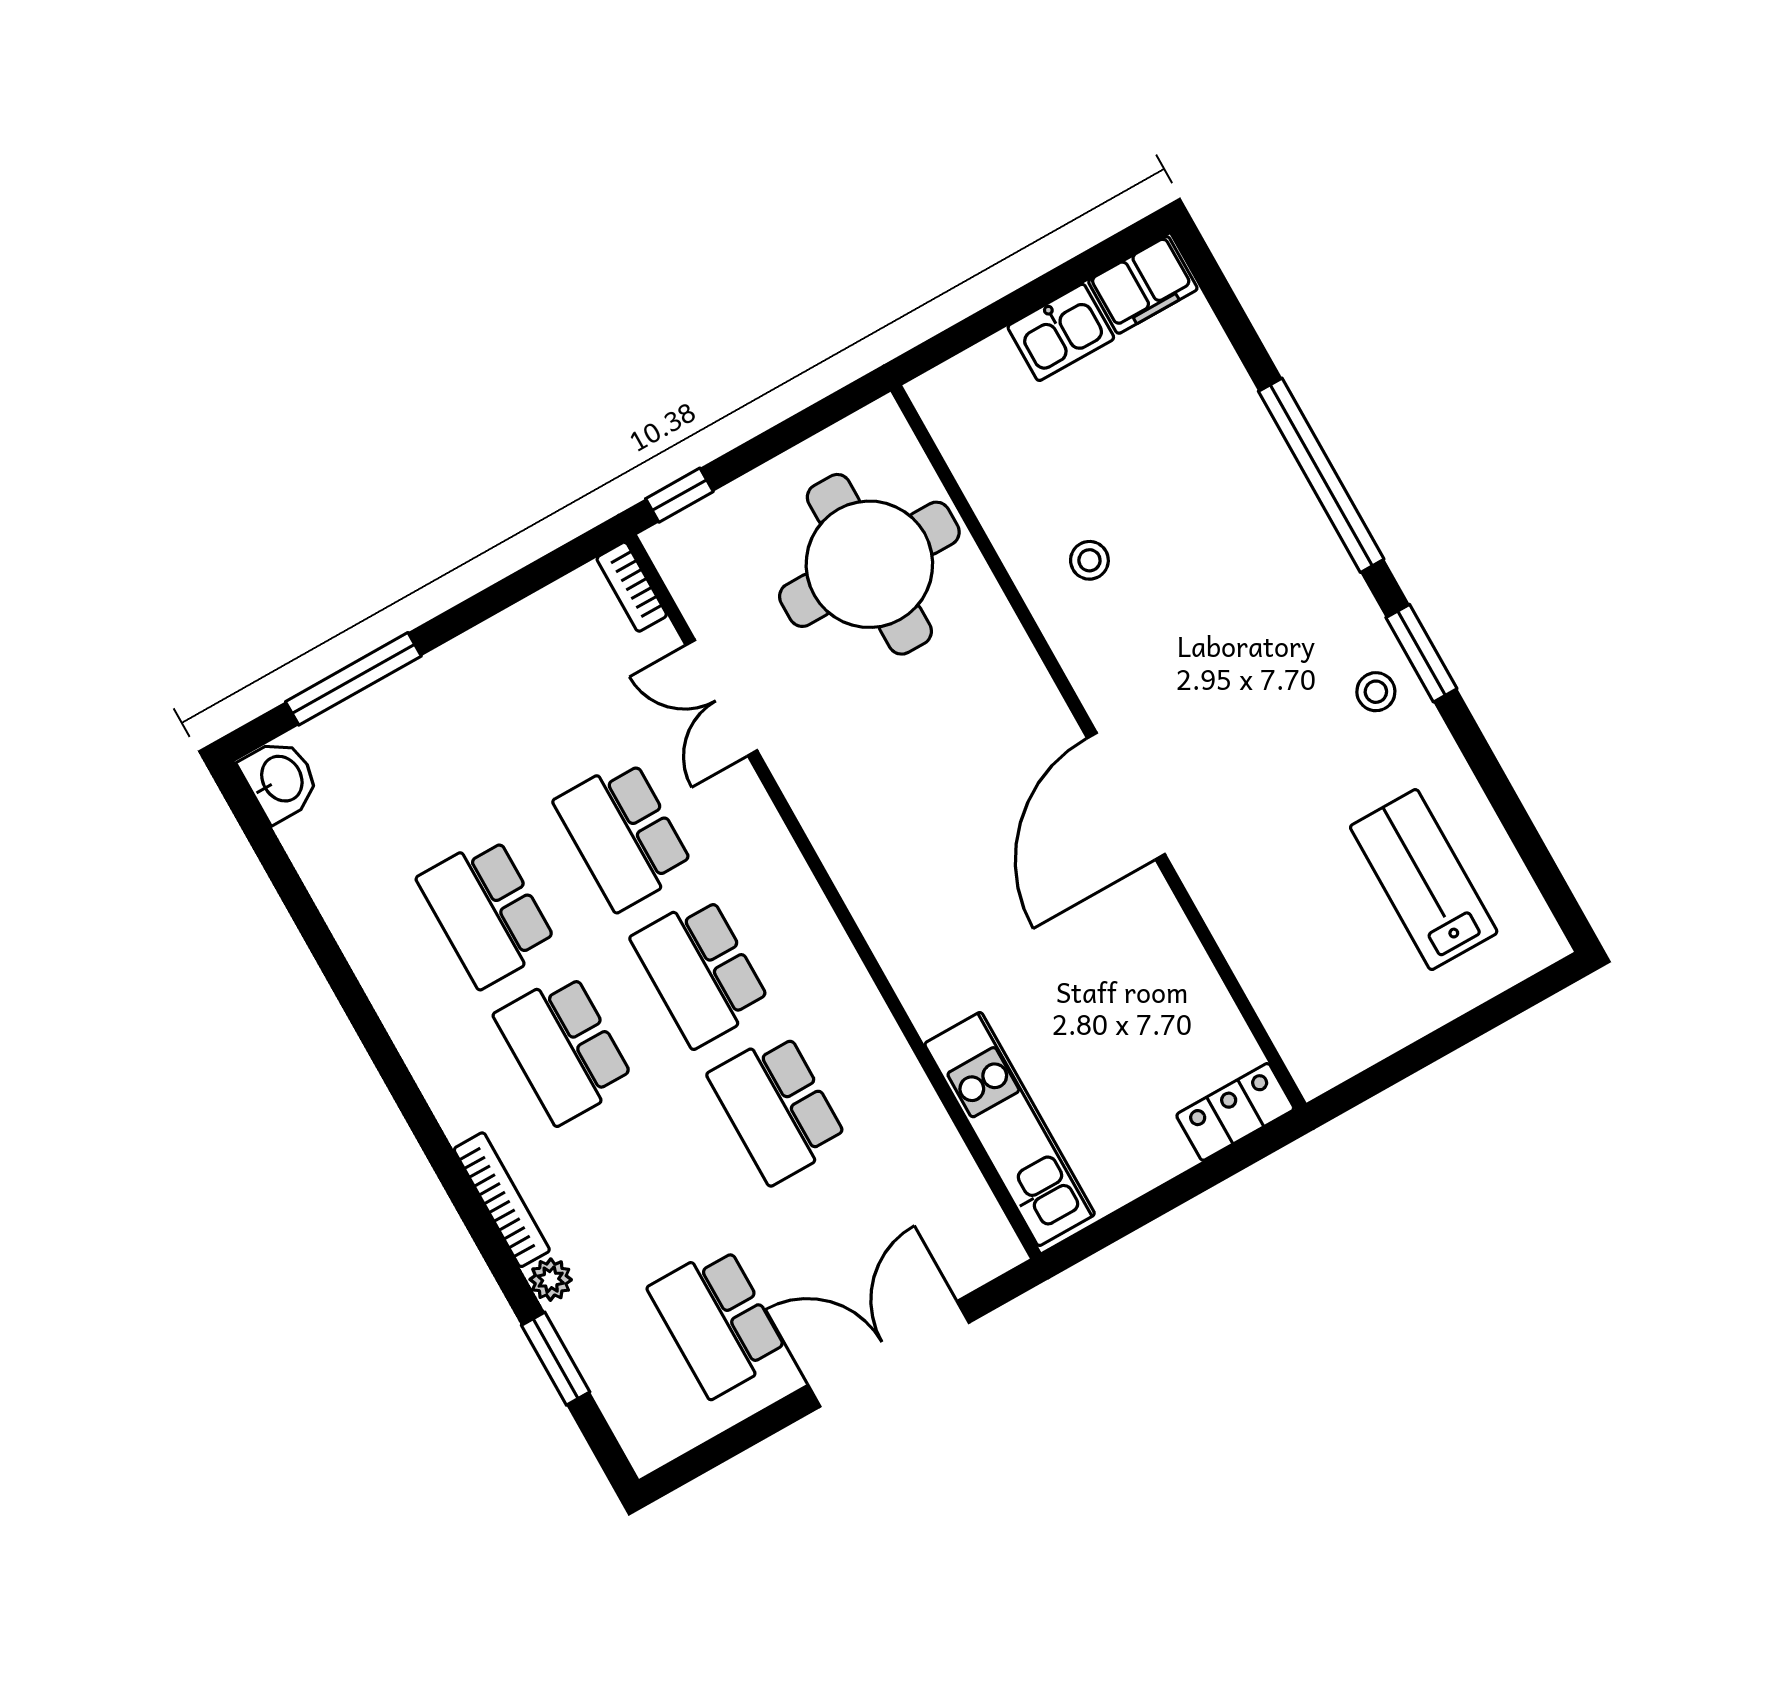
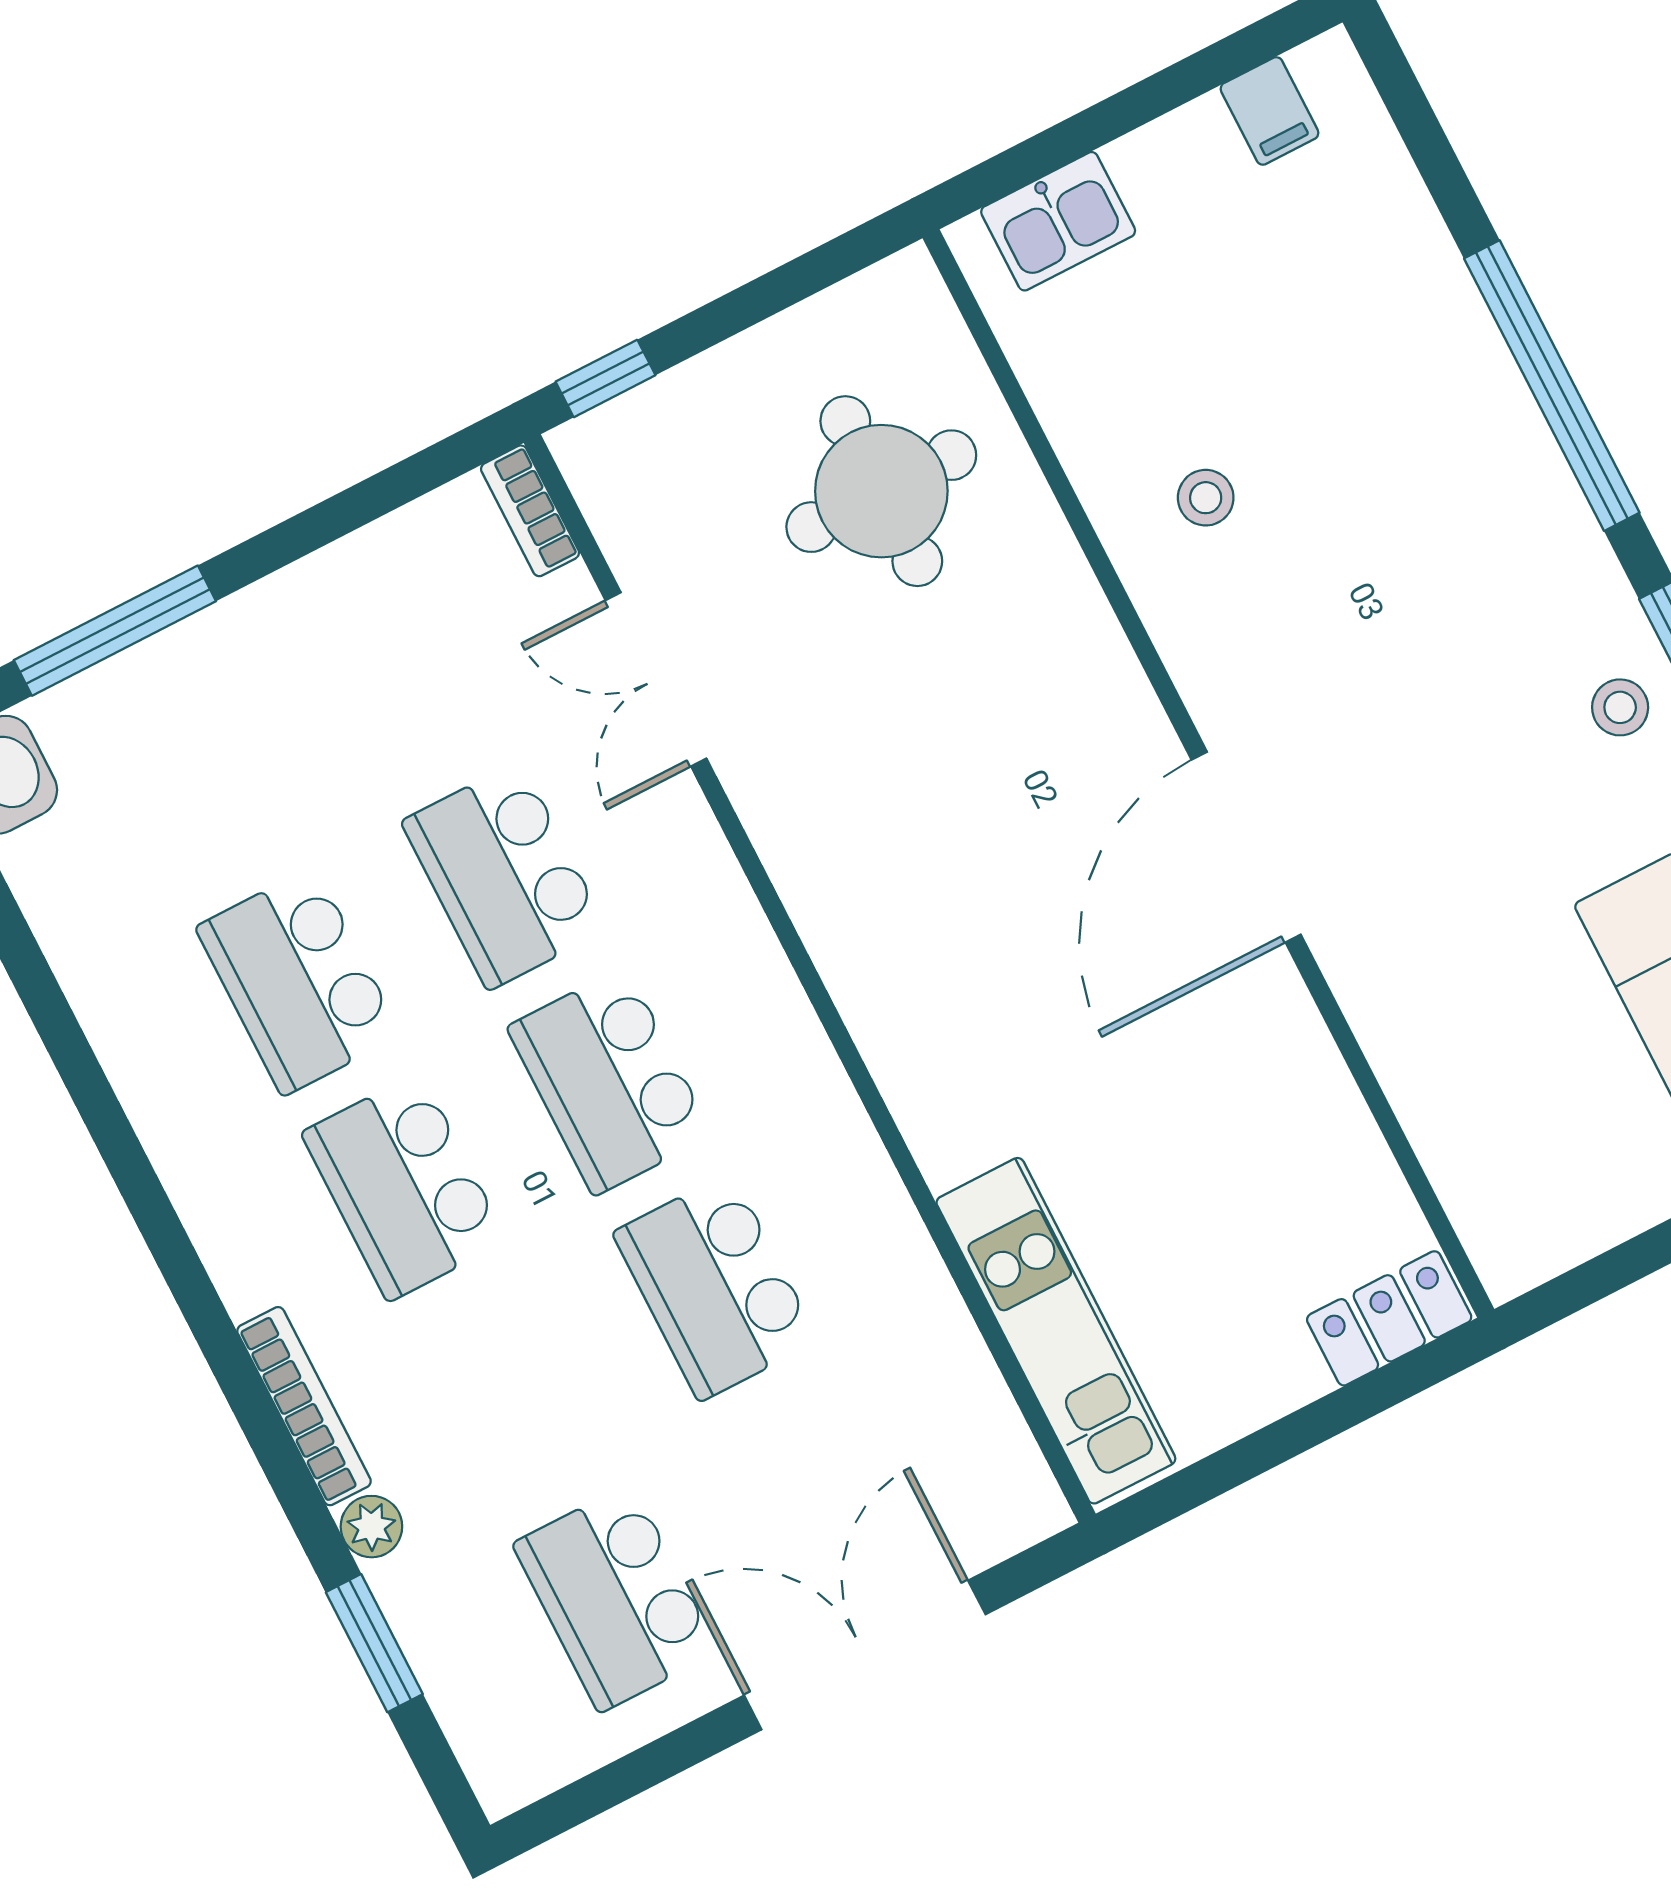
filing cabinet: (1143, 285) -> (1270, 111), width x0.50
kitchen sink: (1061, 332) -> (1058, 221), moved
round table: (869, 564) -> (881, 491), width x0.73, depth x0.73

